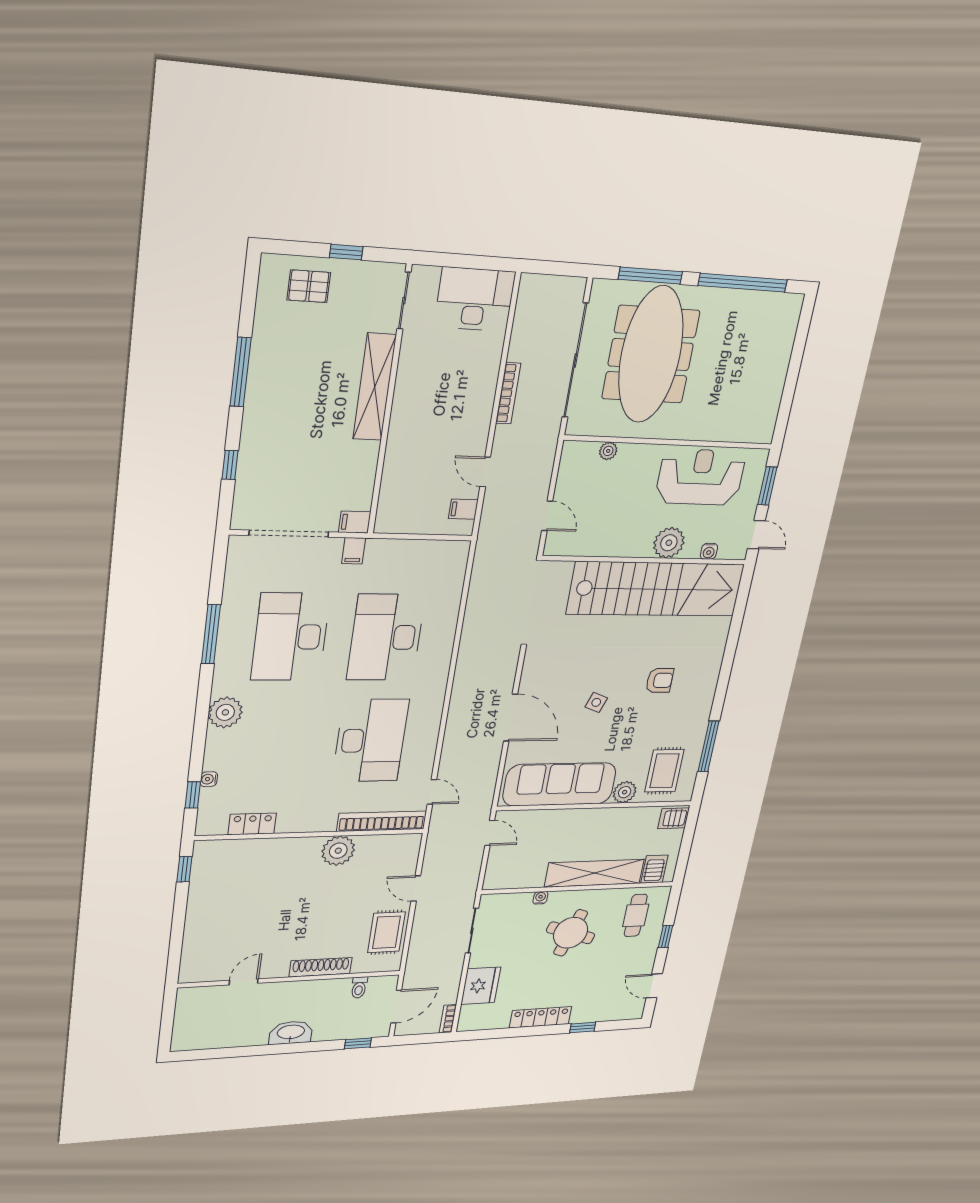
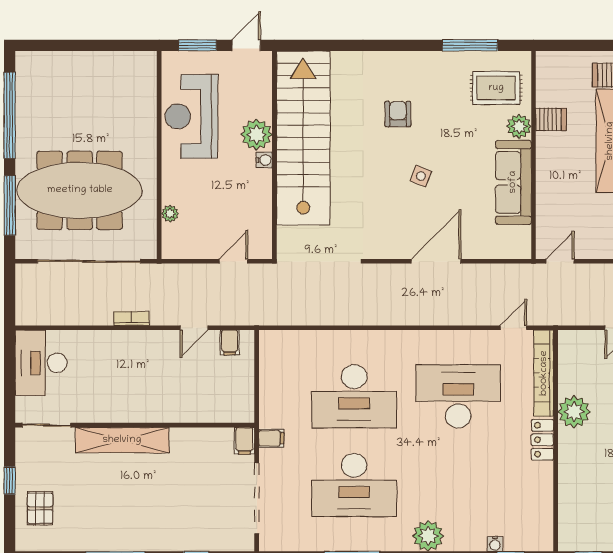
bookcase: (508, 393) -> (132, 318), width x0.64
water cooler: (709, 551) -> (264, 160), moved
sofa: (560, 784) -> (513, 182), width x0.74, depth x0.79
server rack: (674, 818) -> (551, 119), moved, turned -90
locker: (252, 824) -> (543, 440), moved

